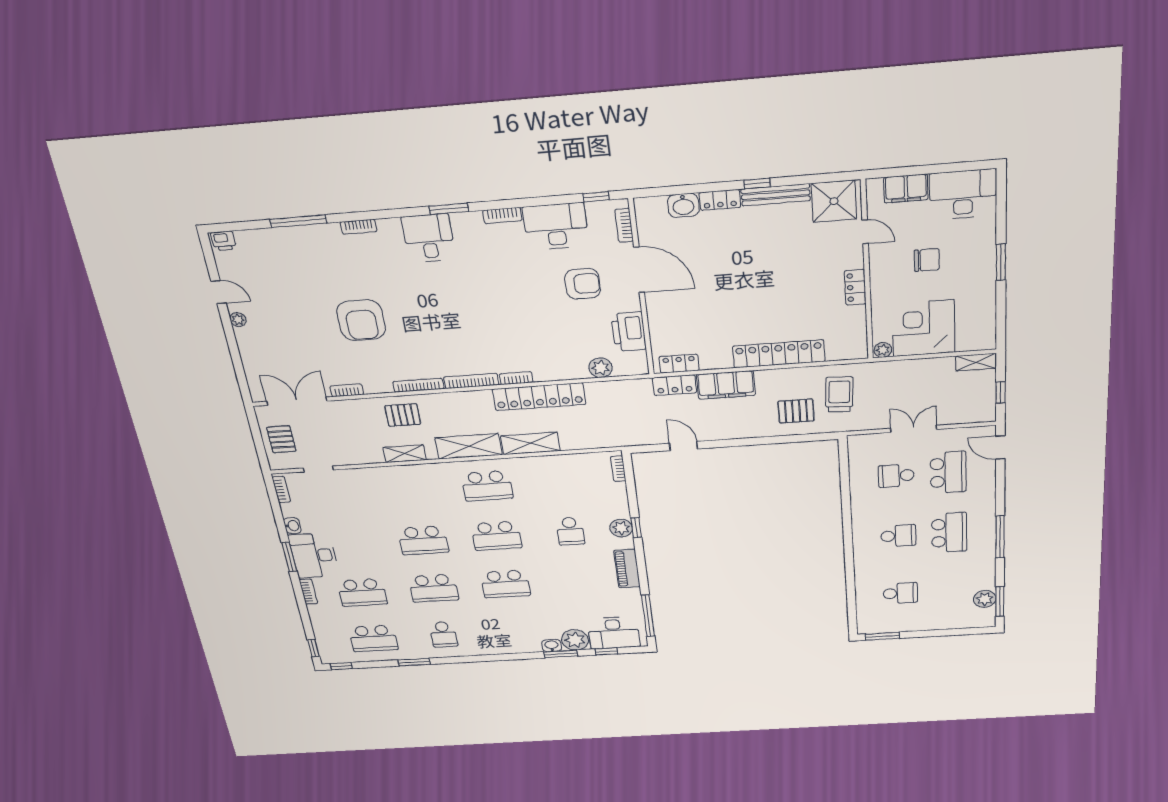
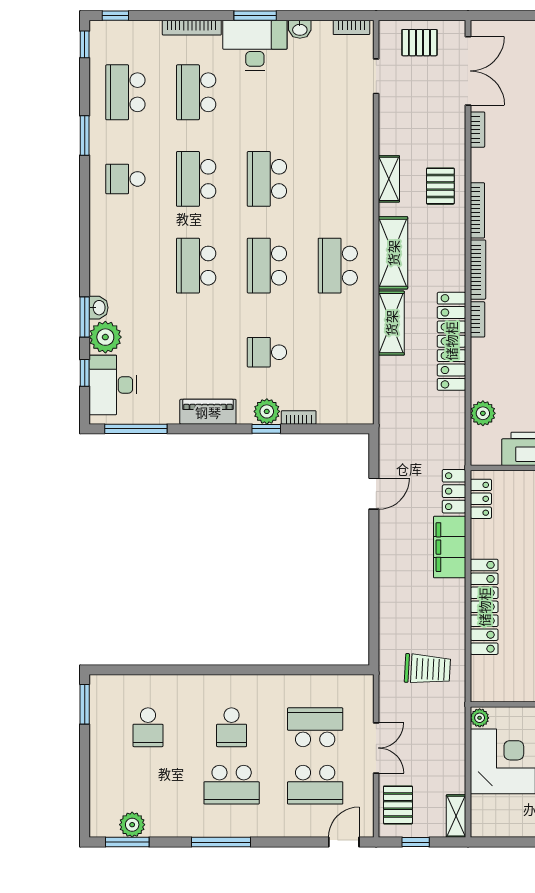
pallet: (796, 411) -> (398, 805), moved
bookcase: (618, 469) -> (299, 417), moved
school desk: (896, 476) -> (315, 727), width x1.85
bookcase: (308, 592) -> (192, 28), width x1.56

